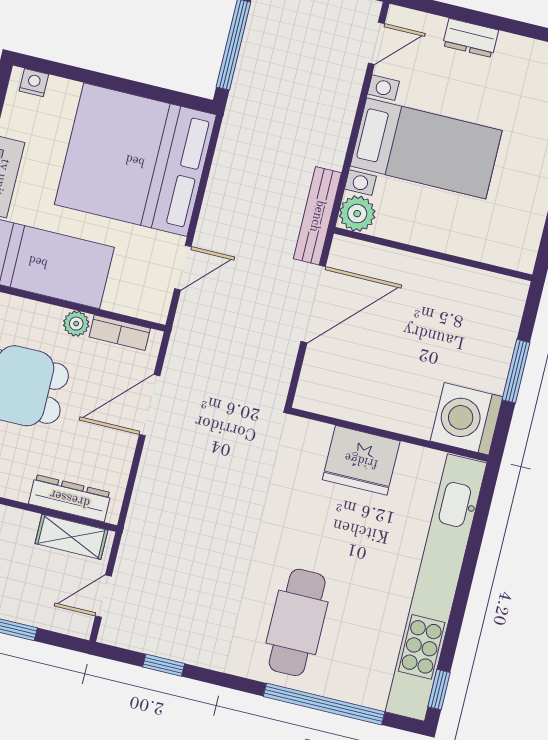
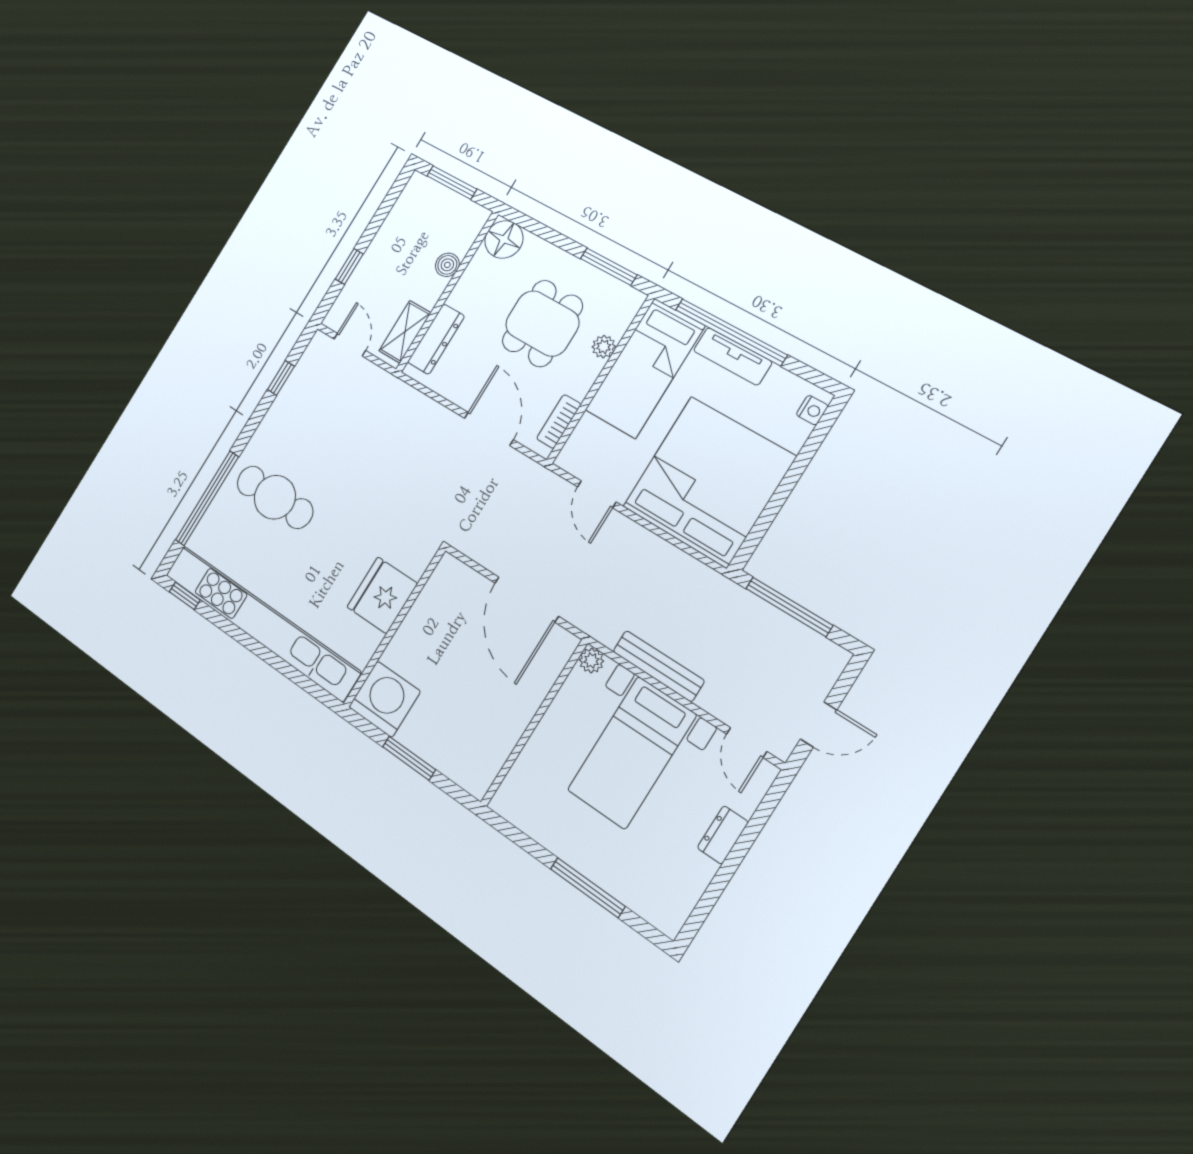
plant: (357, 214) -> (591, 661), width x0.73, depth x0.73
bench: (317, 216) -> (658, 666), moved
plant: (76, 324) -> (604, 347), moved

